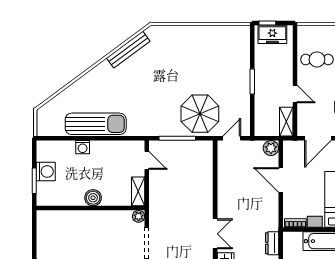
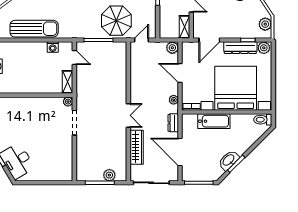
washing machine: (83, 147) -> (53, 47), moved
boiler: (93, 198) -> (32, 87), removed
plant: (273, 214) -> (174, 100), added

